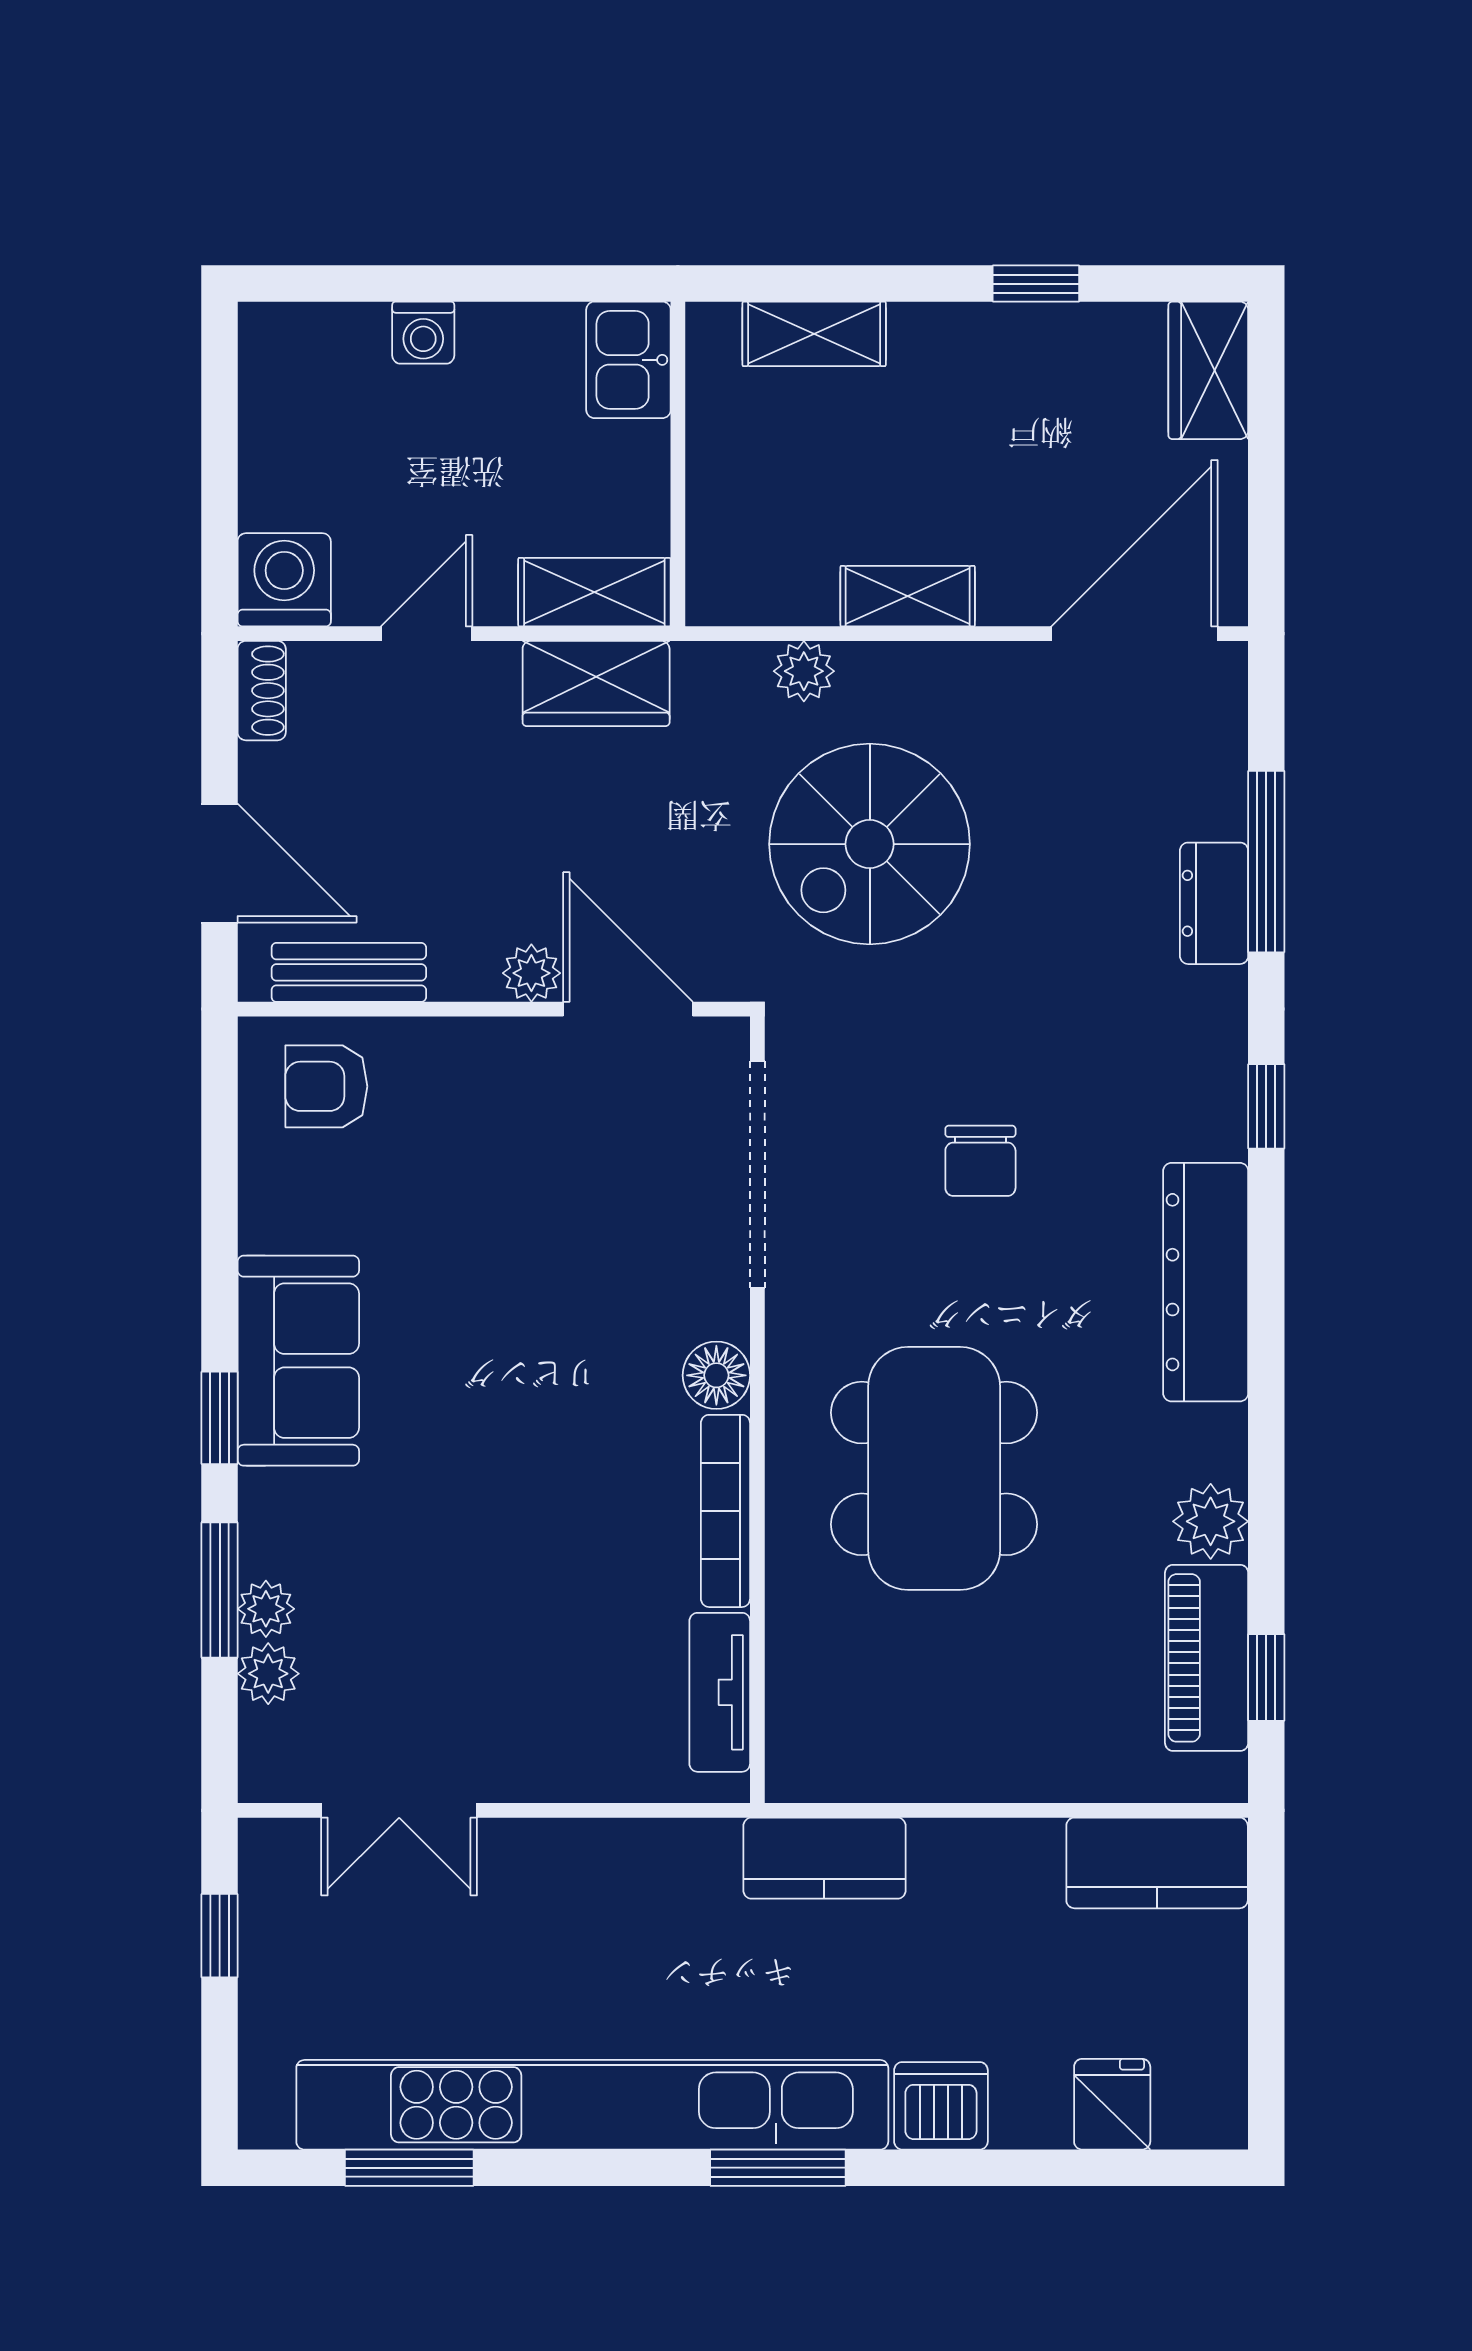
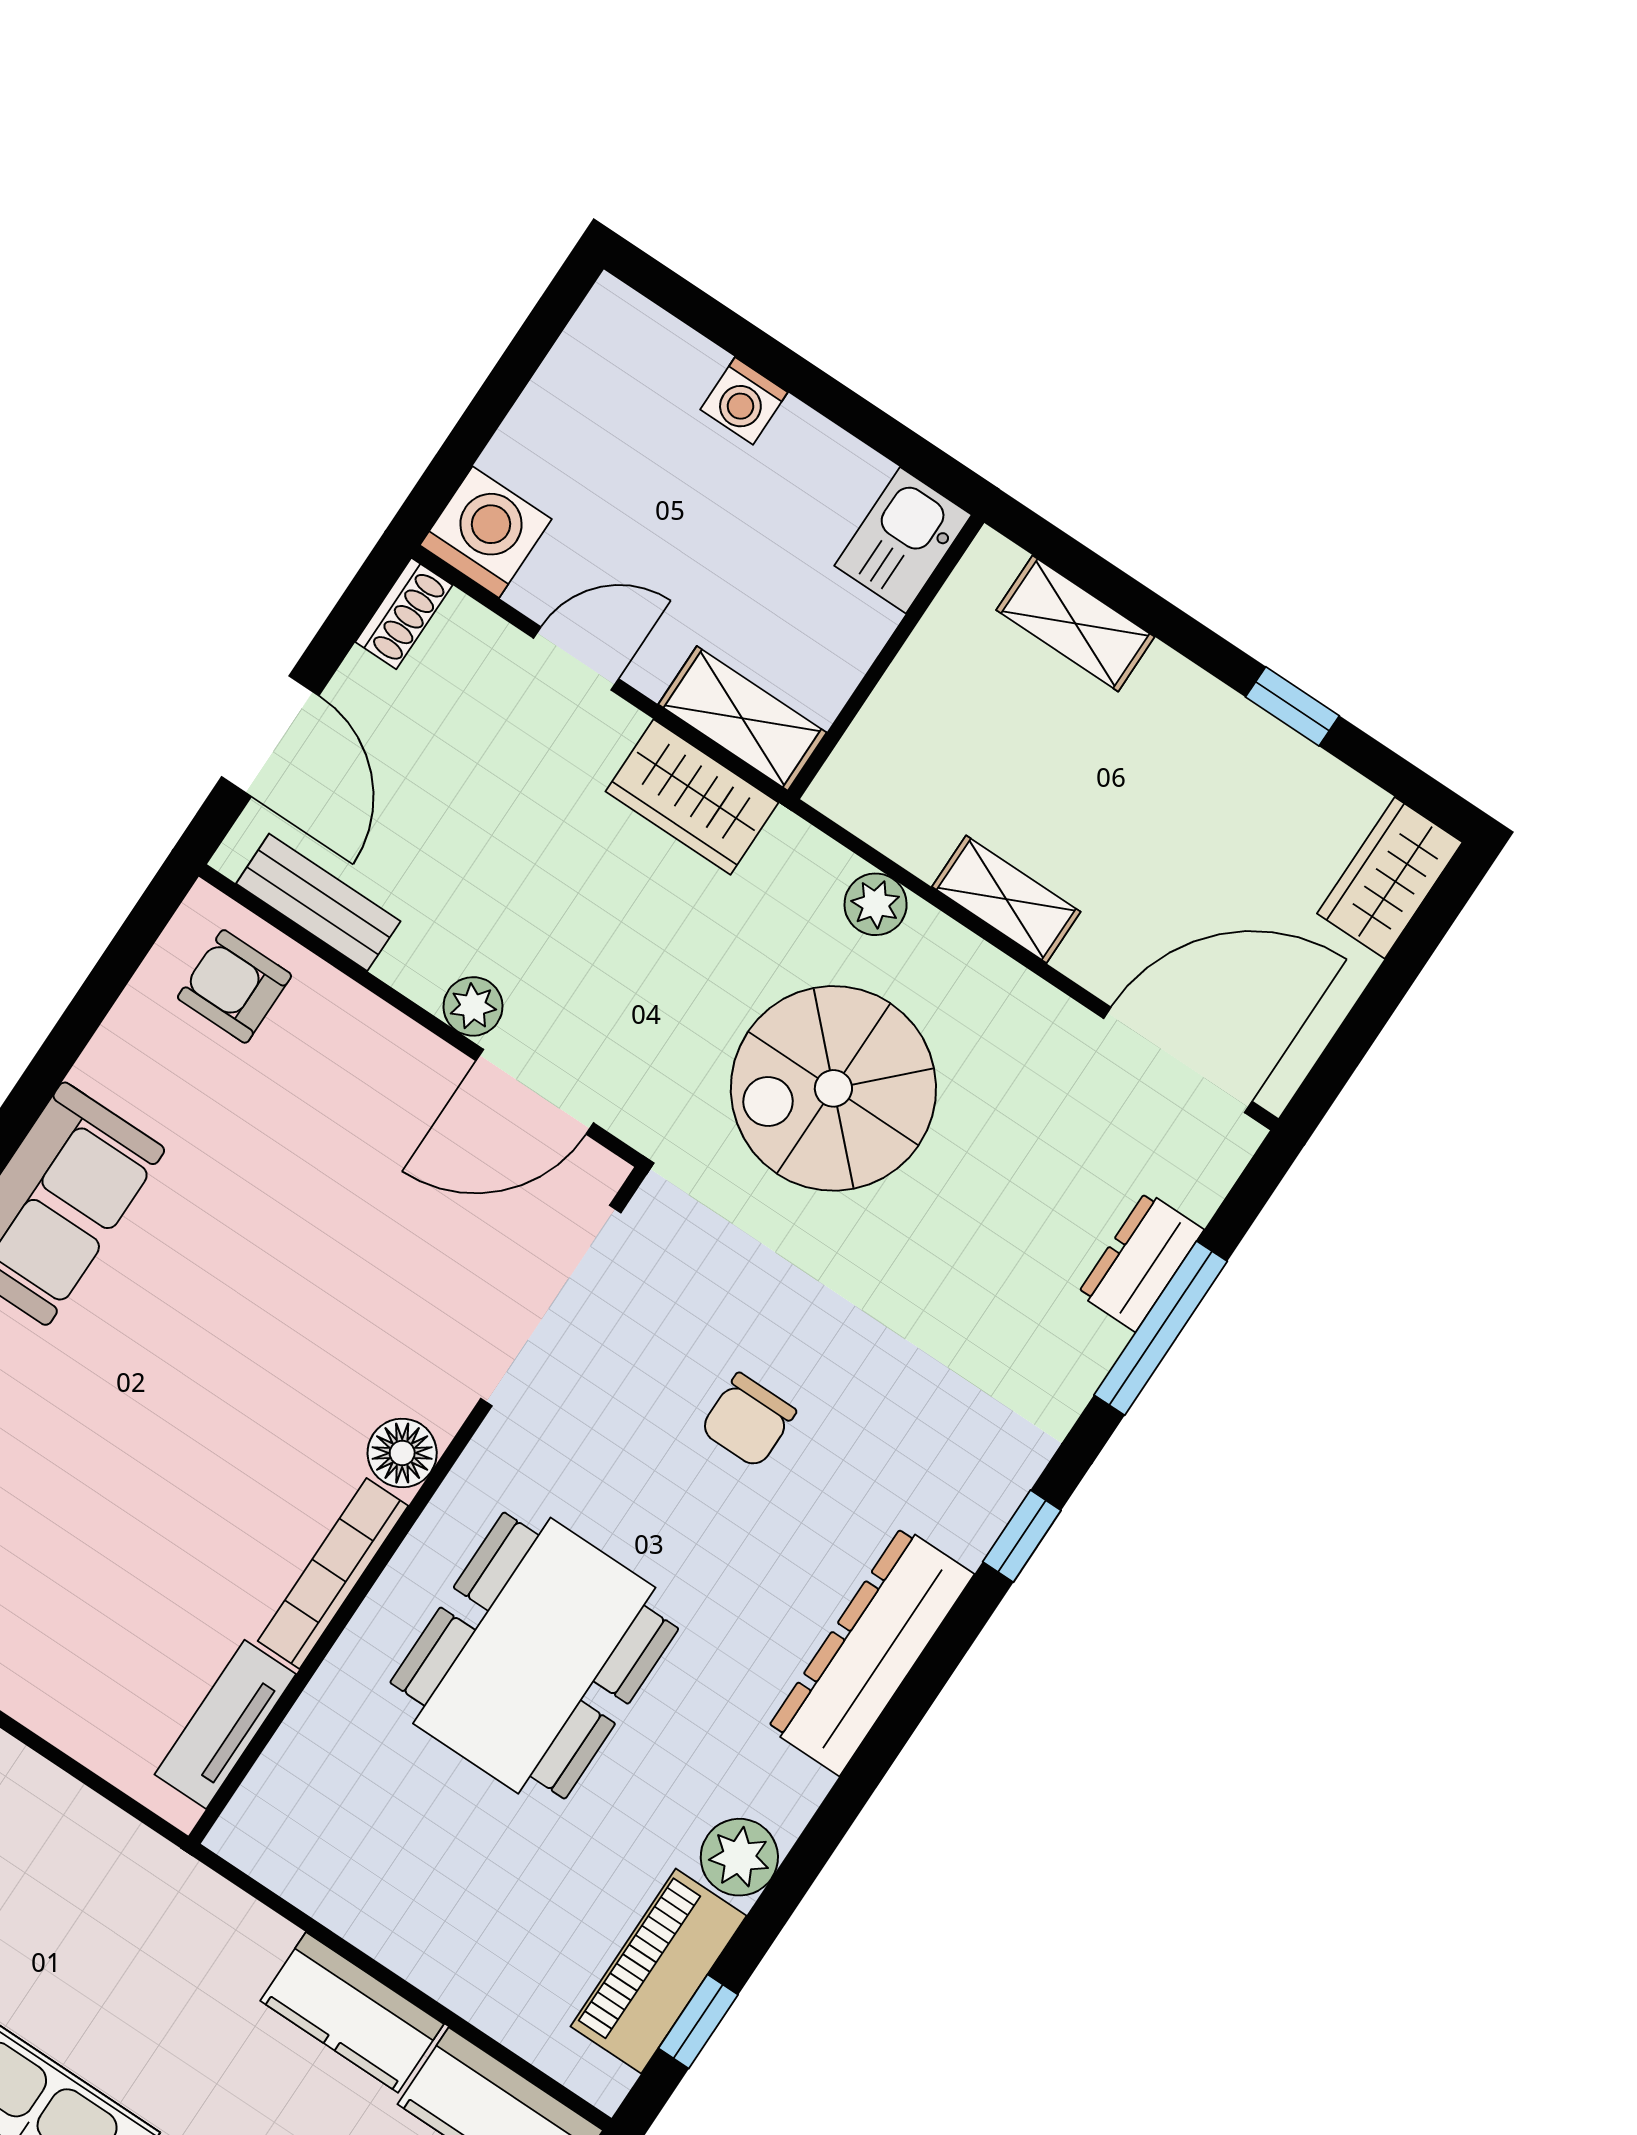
dresser: (1214, 903) -> (1141, 1262), moved
door: (628, 1009) -> (535, 1092), swing flipped
kitchen counter: (824, 1858) -> (352, 2012), moved

